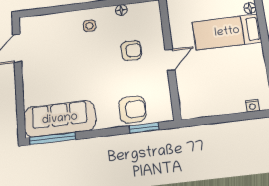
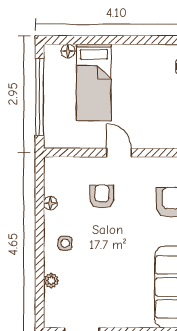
plant: (58, 19) -> (51, 281), added

